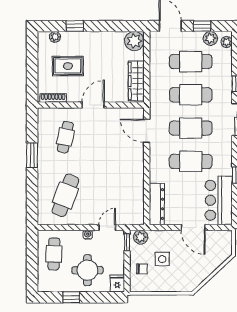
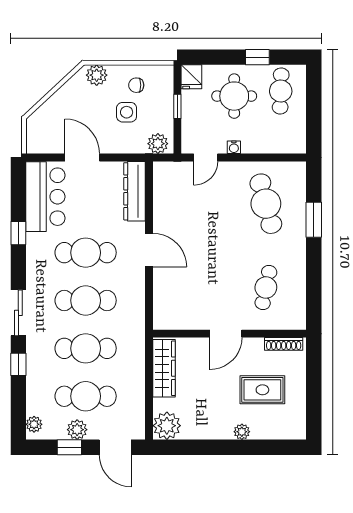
window: (75, 26) -> (252, 447), removed
plant: (55, 37) -> (242, 432), moved
plant: (210, 38) -> (77, 430), moved
door: (147, 131) -> (149, 250), moved
window: (32, 155) -> (314, 220), moved
cafe table: (65, 195) -> (266, 204), turned -36
window: (127, 242) -> (177, 106), moved
cafe table: (54, 254) -> (281, 91), moved
chair: (142, 269) -> (136, 85), moved
plant: (183, 285) -> (97, 75), added

